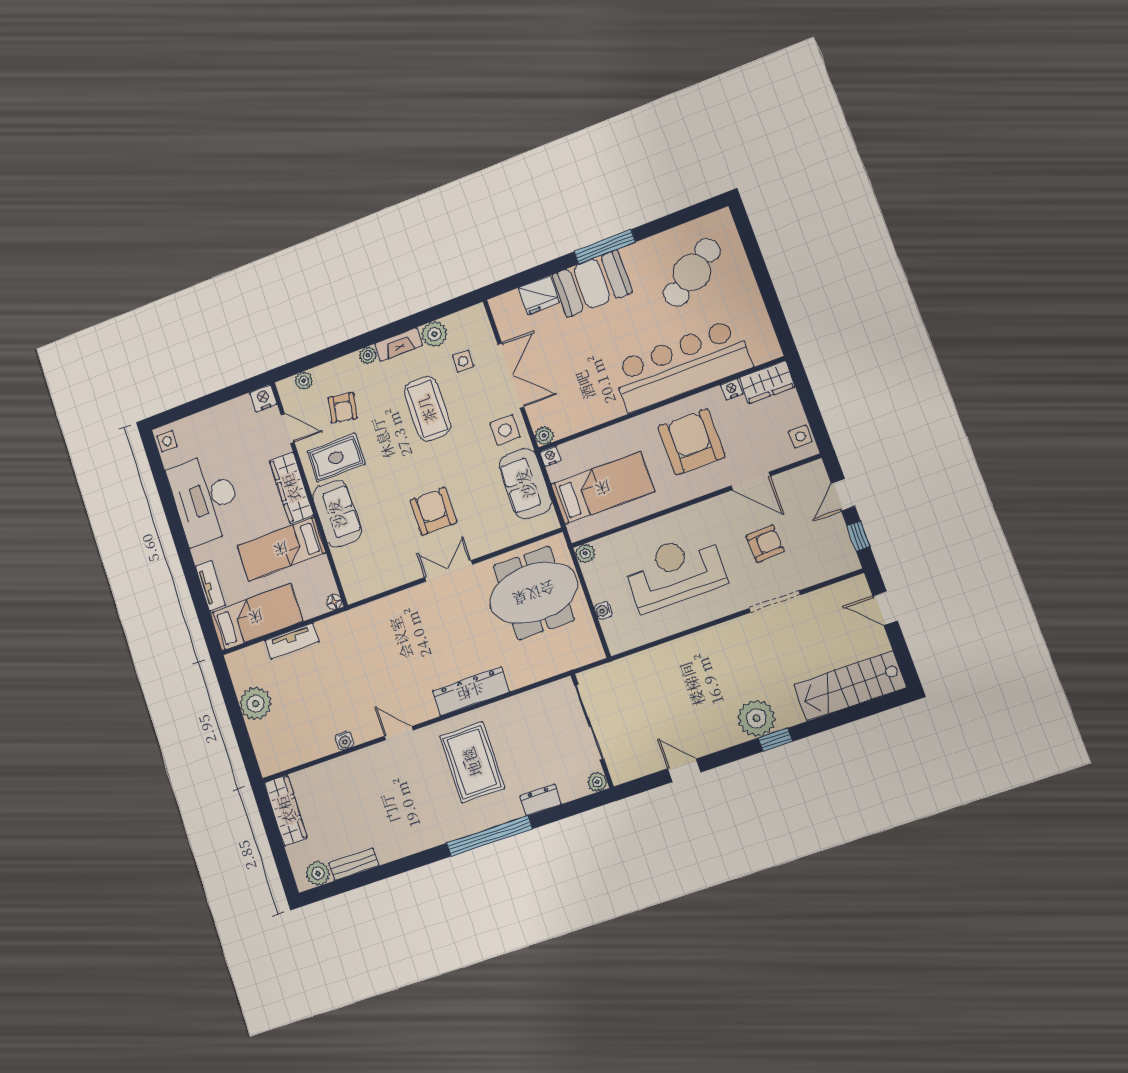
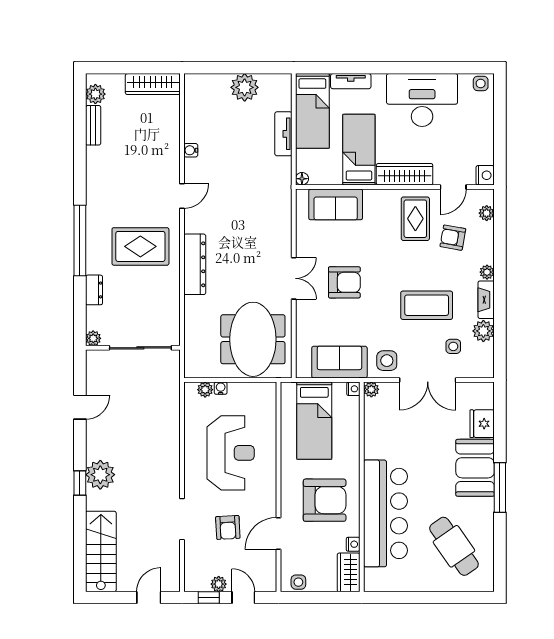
sofa: (337, 514) -> (336, 204), moved
plant: (837, 530) -> (219, 584), added
plant: (585, 553) -> (205, 390), moved

